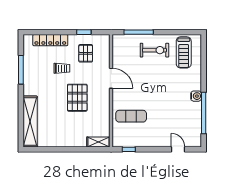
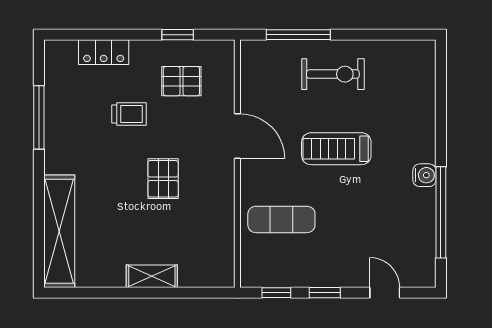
locker: (50, 40) -> (104, 52), width x0.66
treadmill: (184, 52) -> (336, 149), moved, turned 90
pallet: (86, 53) -> (181, 81), turned 90
pallet: (77, 98) -> (163, 179), width x0.67, depth x0.71
shelving: (98, 142) -> (152, 276), moved
window: (151, 149) -> (325, 293), added

